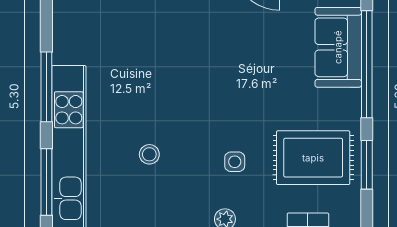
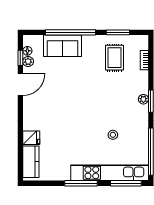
rug: (313, 158) -> (114, 58), width x0.73, depth x0.70
side table: (235, 162) -> (116, 95), removed

